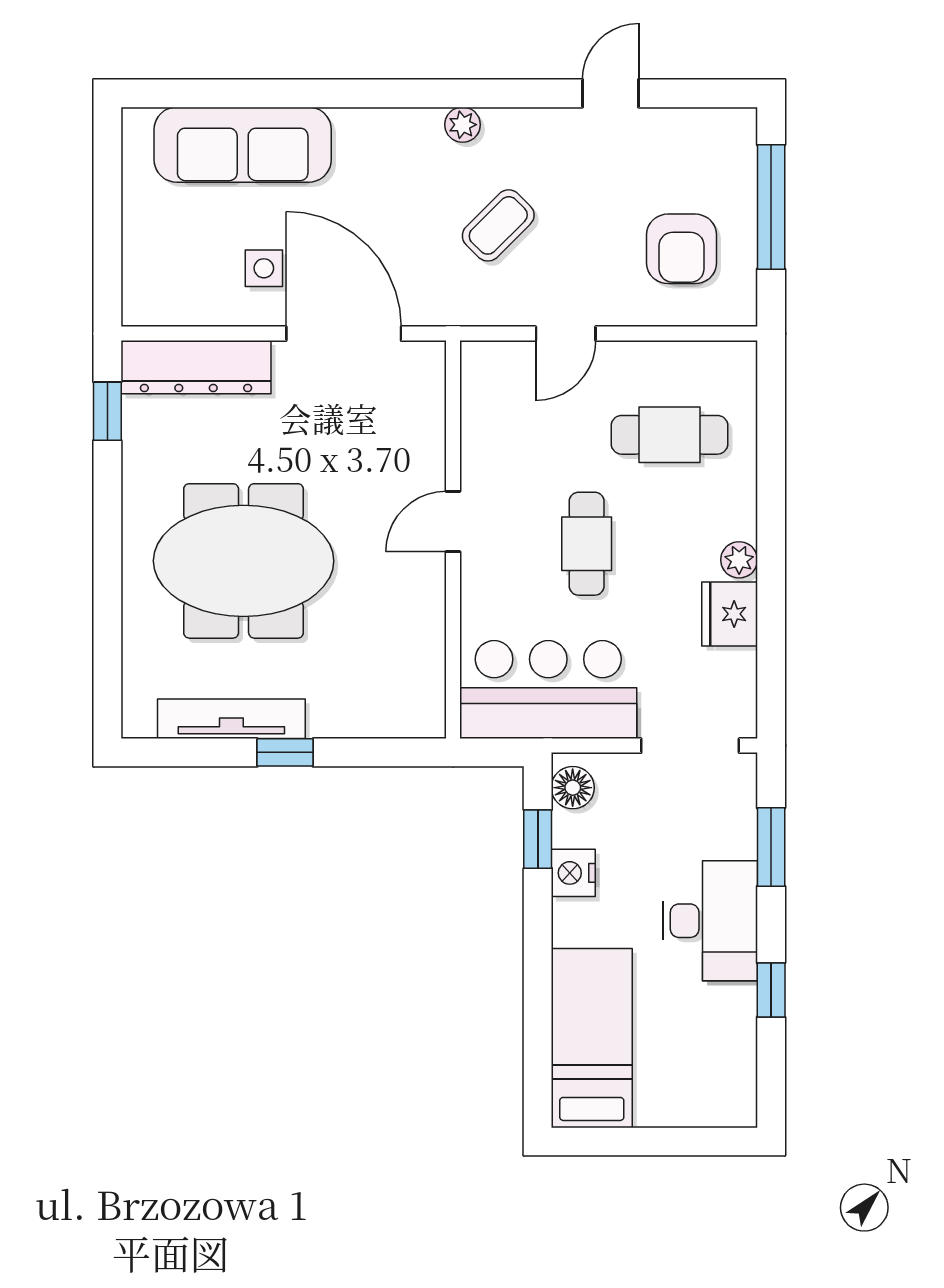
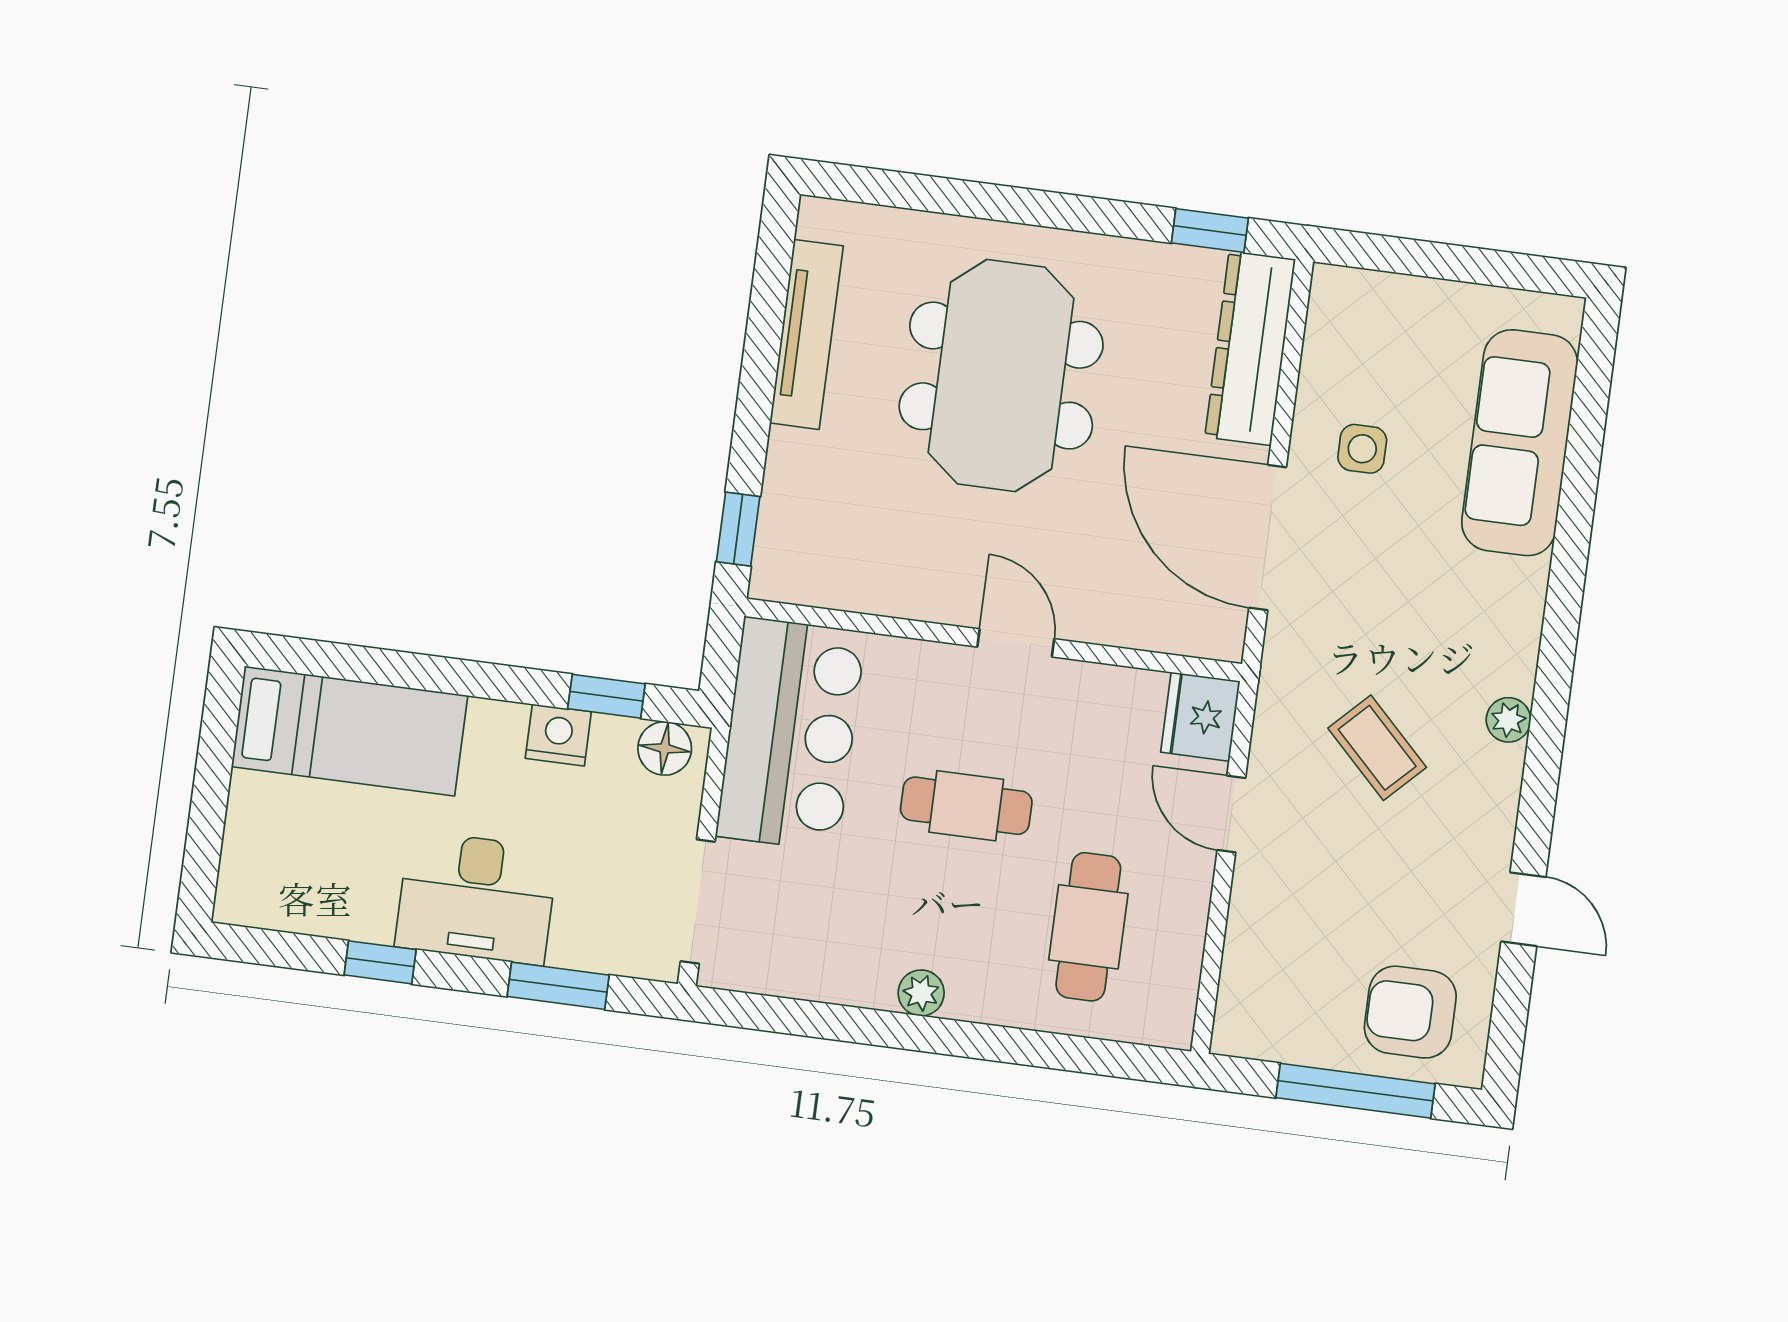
armchair: (682, 249) -> (1410, 1012), moved
door: (344, 334) -> (1268, 538), swing flipped
fridge: (730, 614) -> (1200, 717), moved, turned -90
window: (285, 752) -> (738, 529), moved

